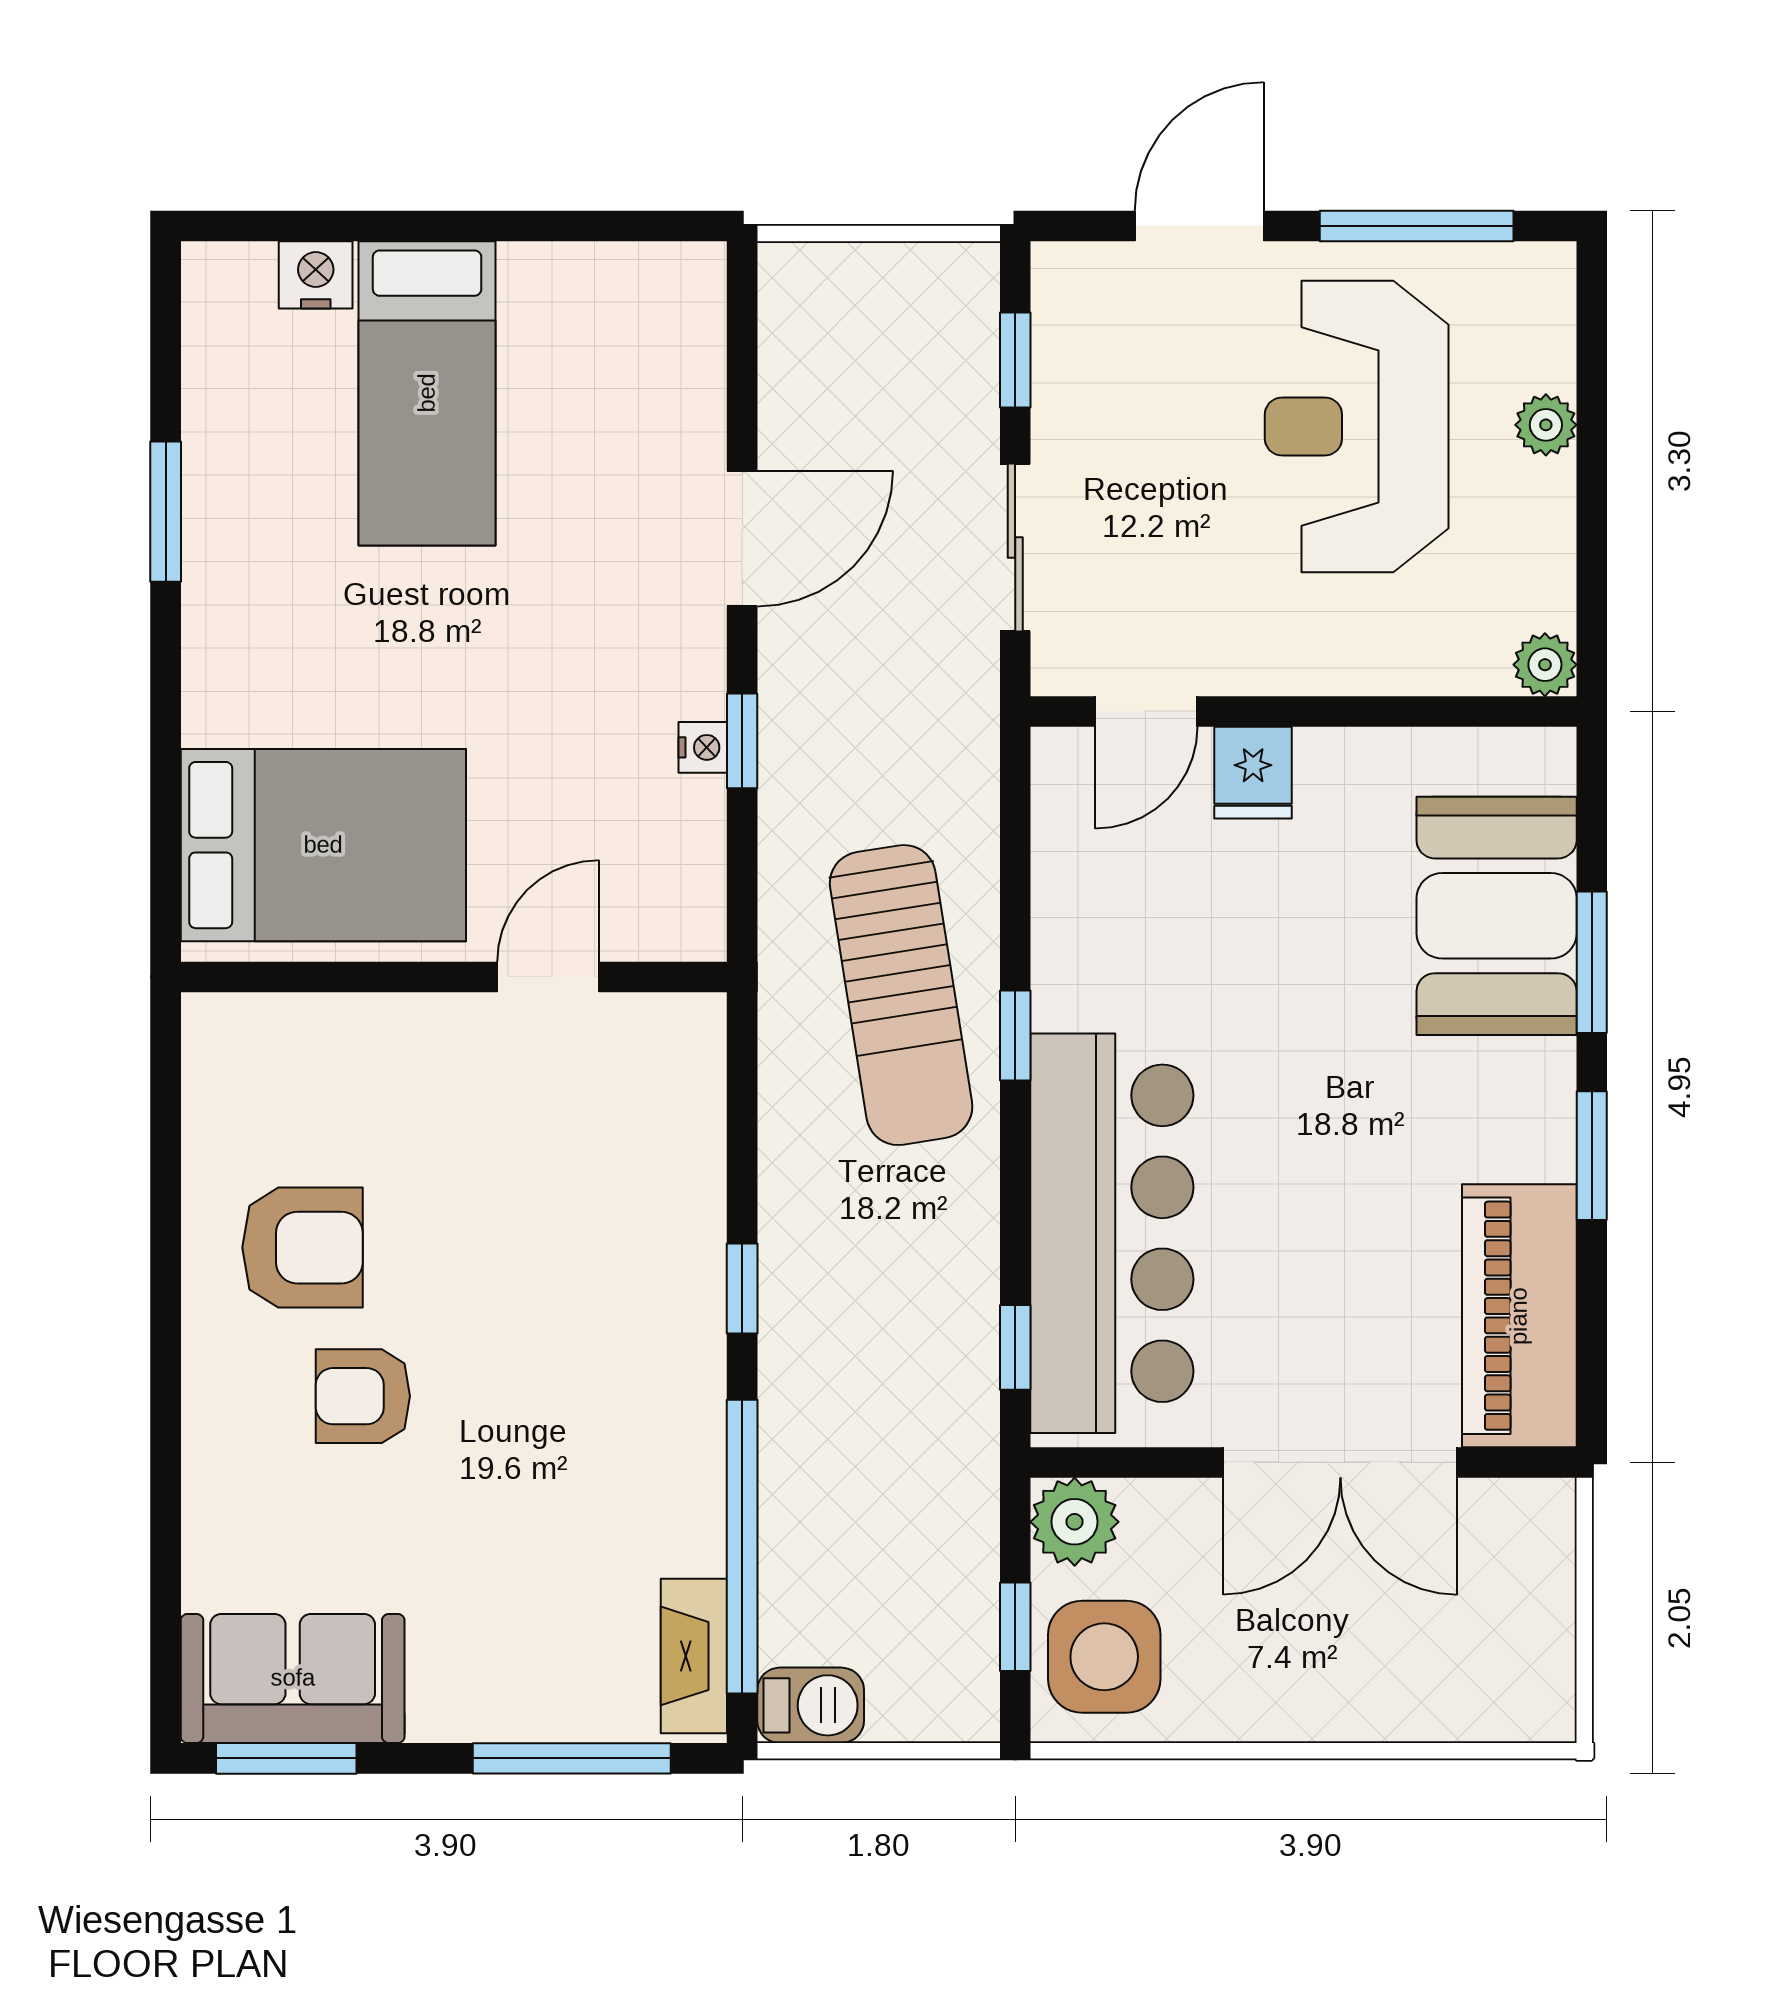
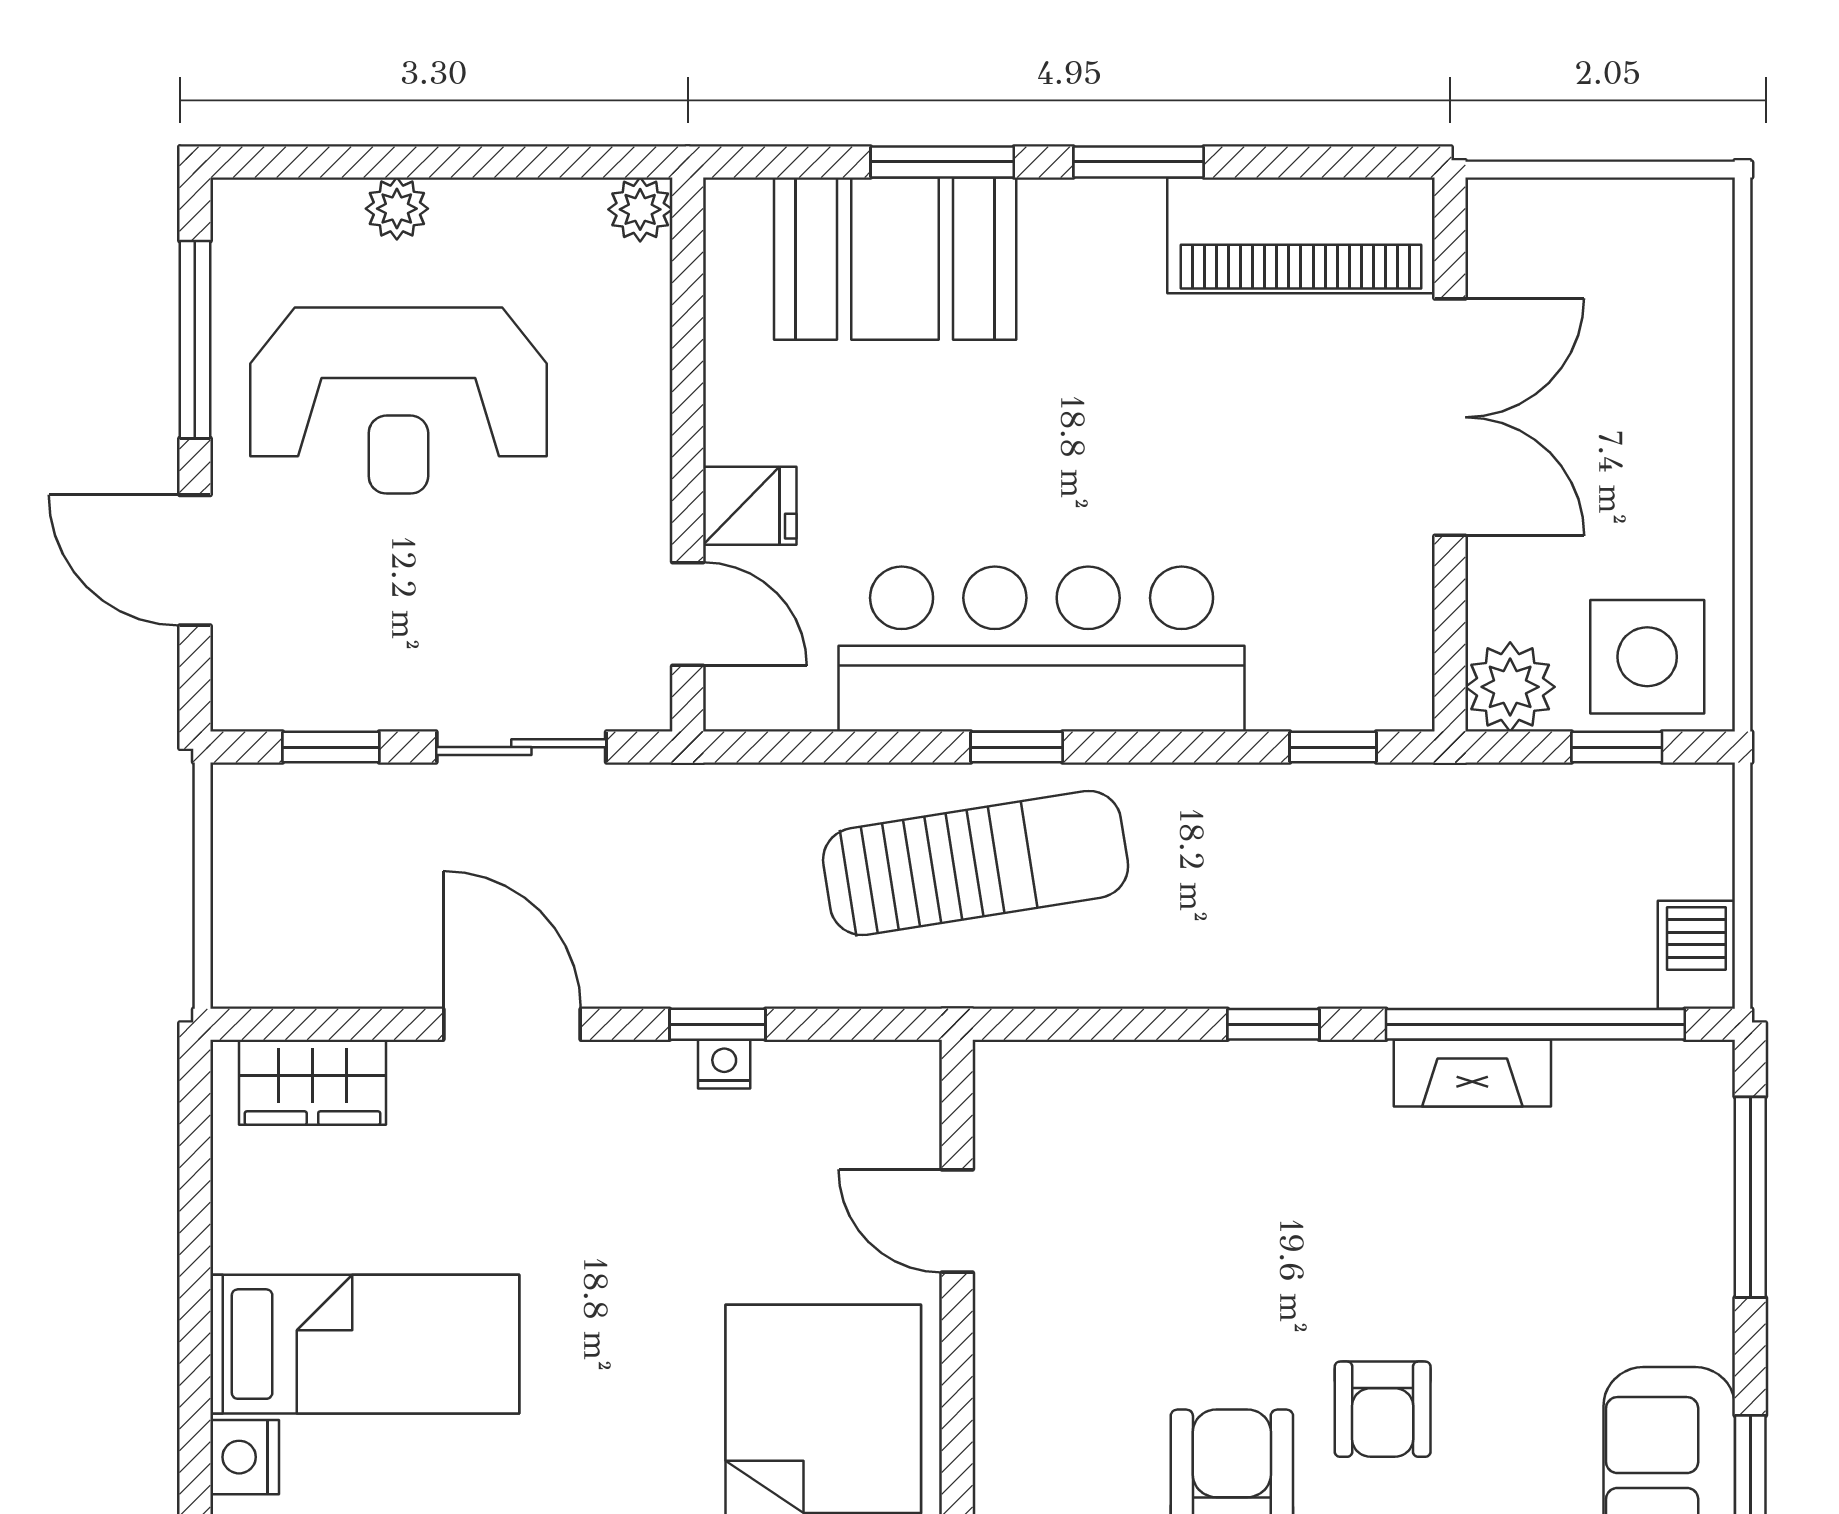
wardrobe: (685, 342) -> (312, 1082), added
bar counter: (1112, 1233) -> (1042, 649), moved
fireplace: (694, 1656) -> (1472, 1073), moved

